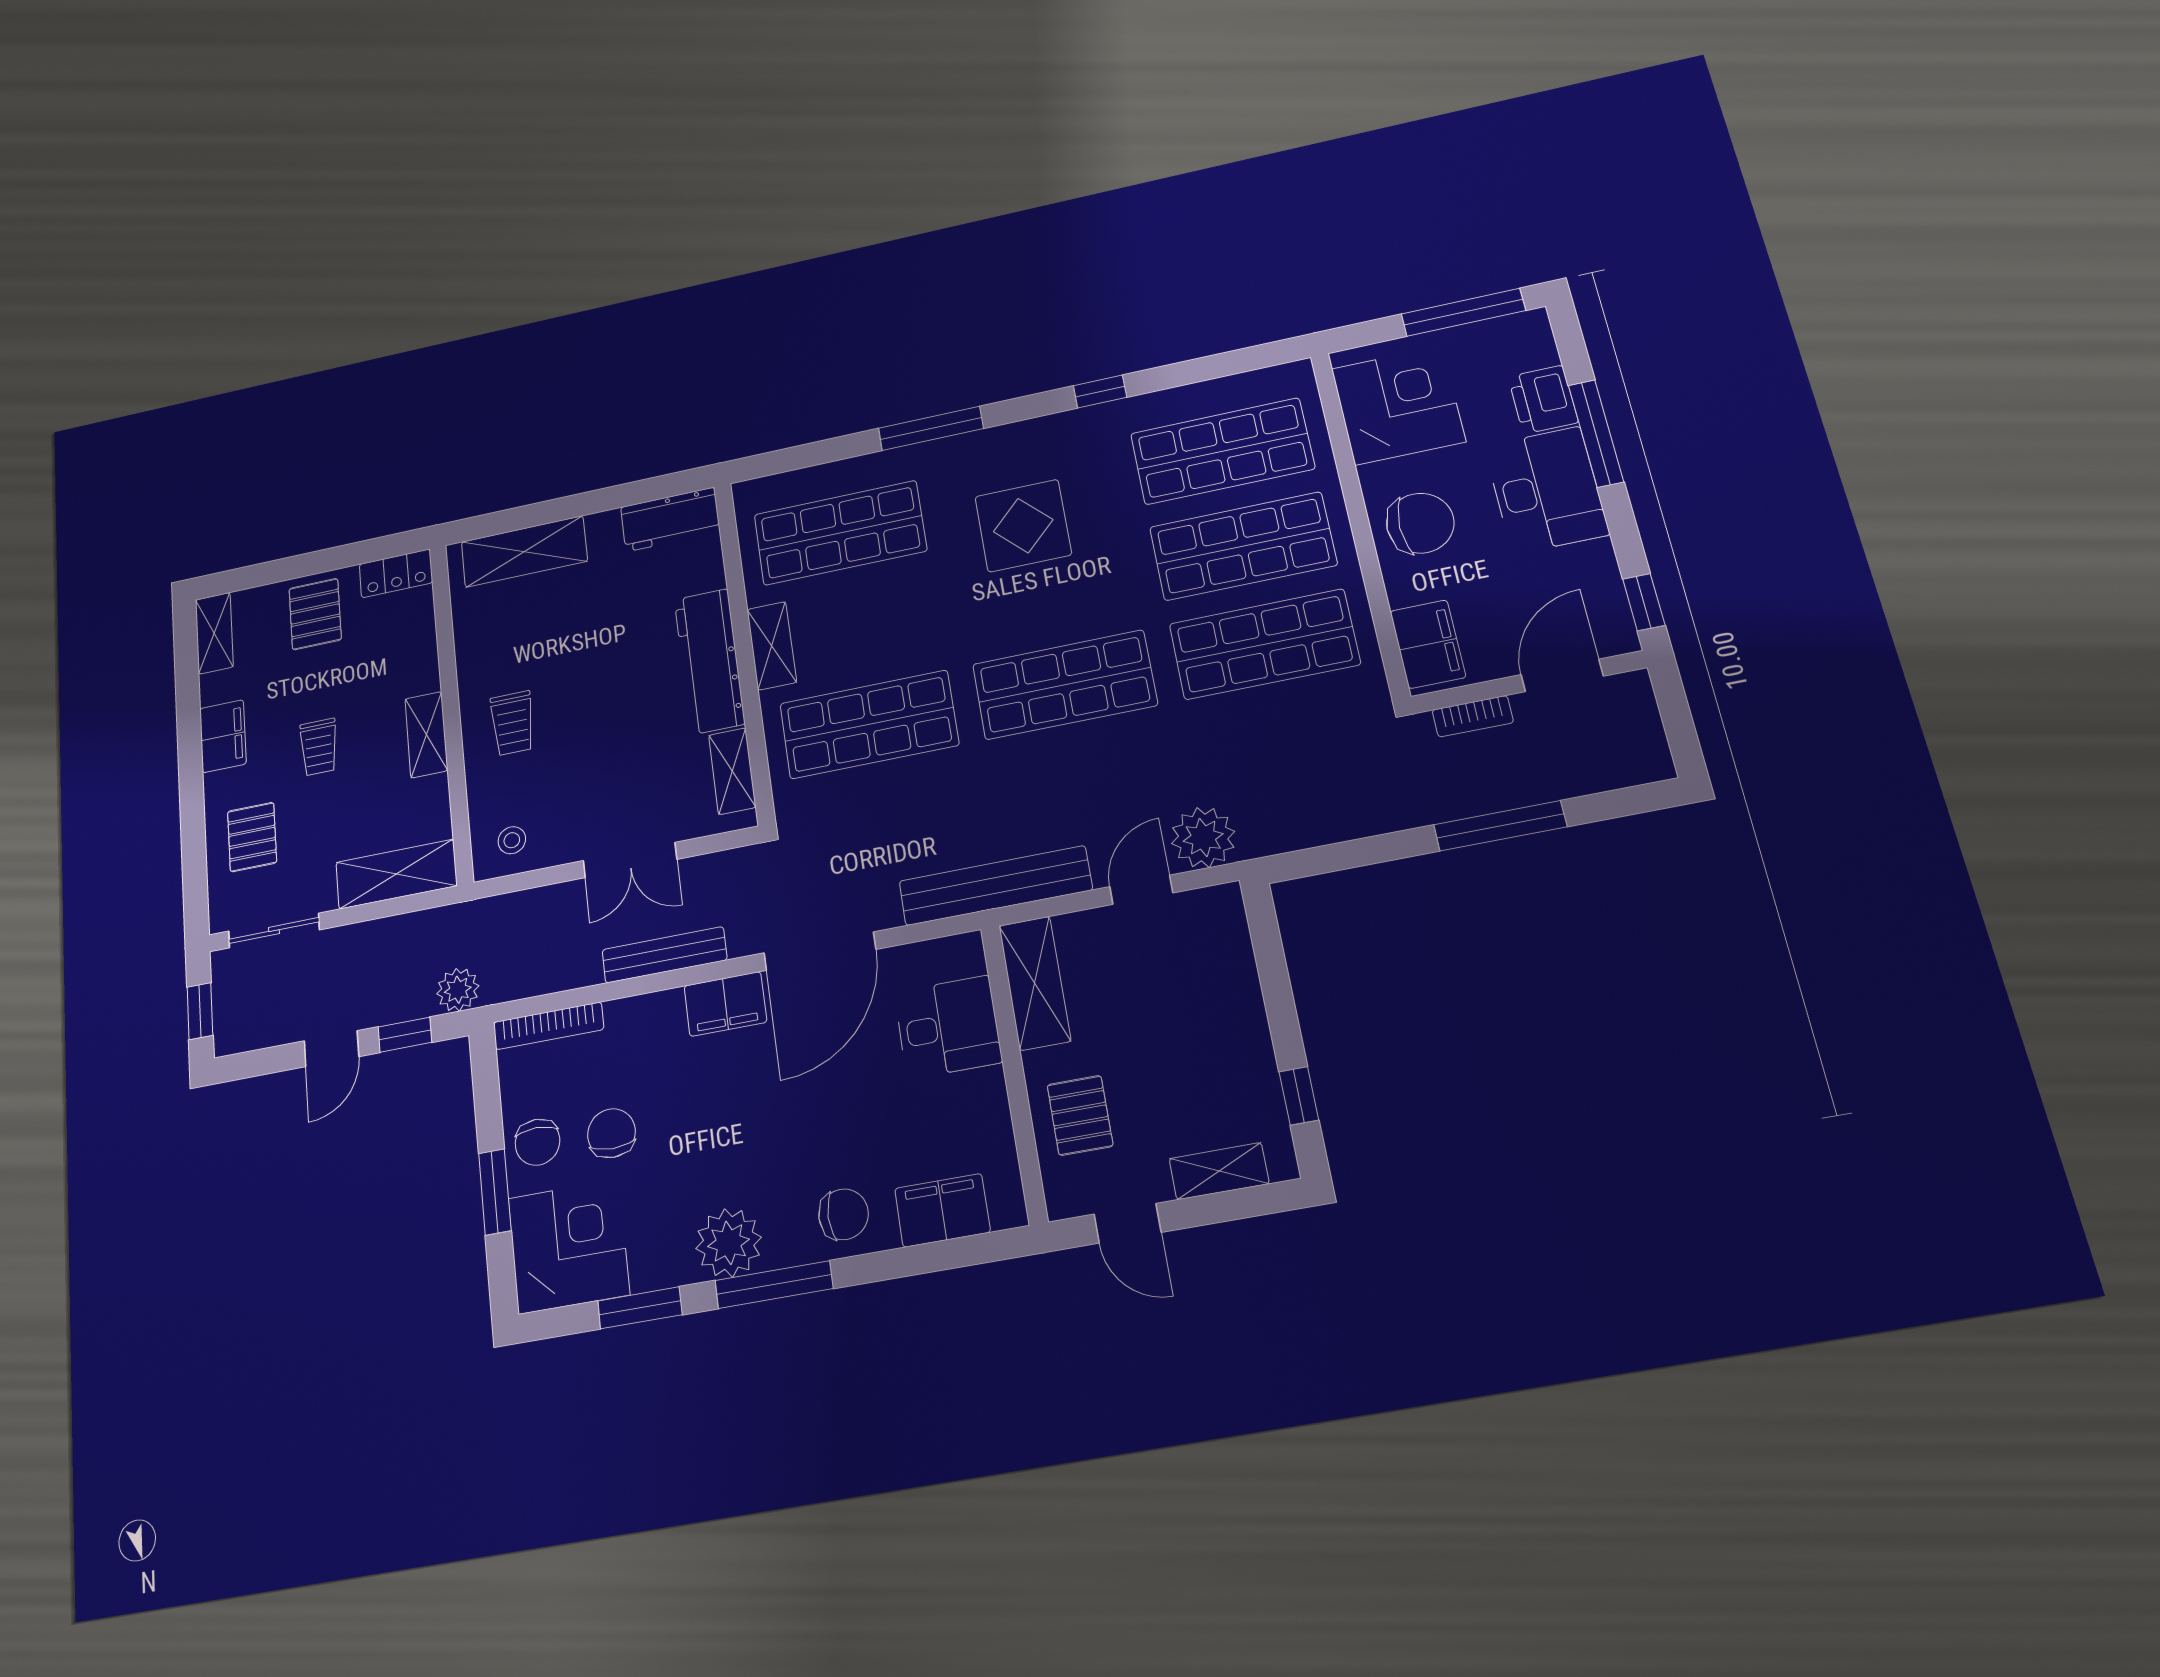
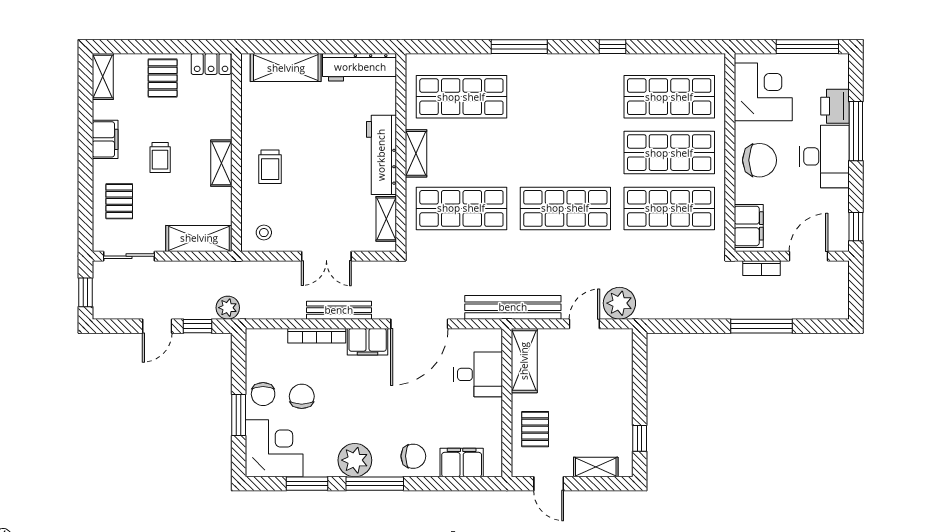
workbench: (670, 520) -> (360, 67), width x1.38
display table: (1023, 526) -> (559, 115), removed
bookcase: (549, 1026) -> (317, 336), moved

